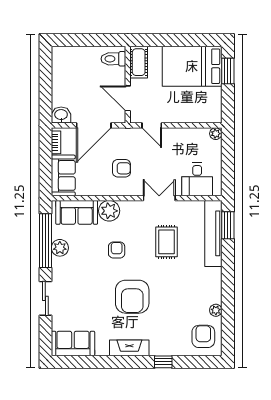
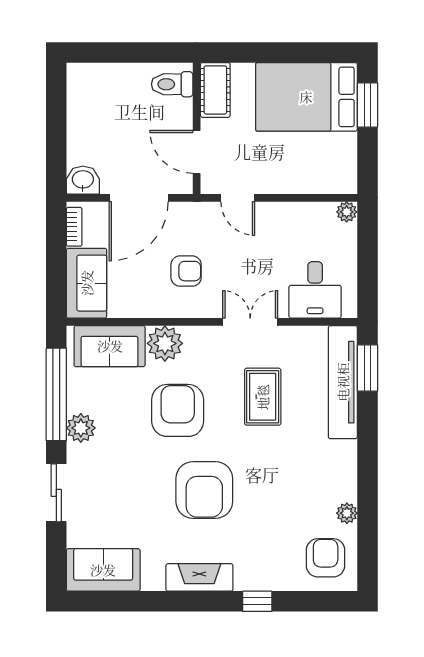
plant: (60, 248) -> (81, 428), moved
armchair: (117, 250) -> (178, 410), width x1.88, depth x1.88

